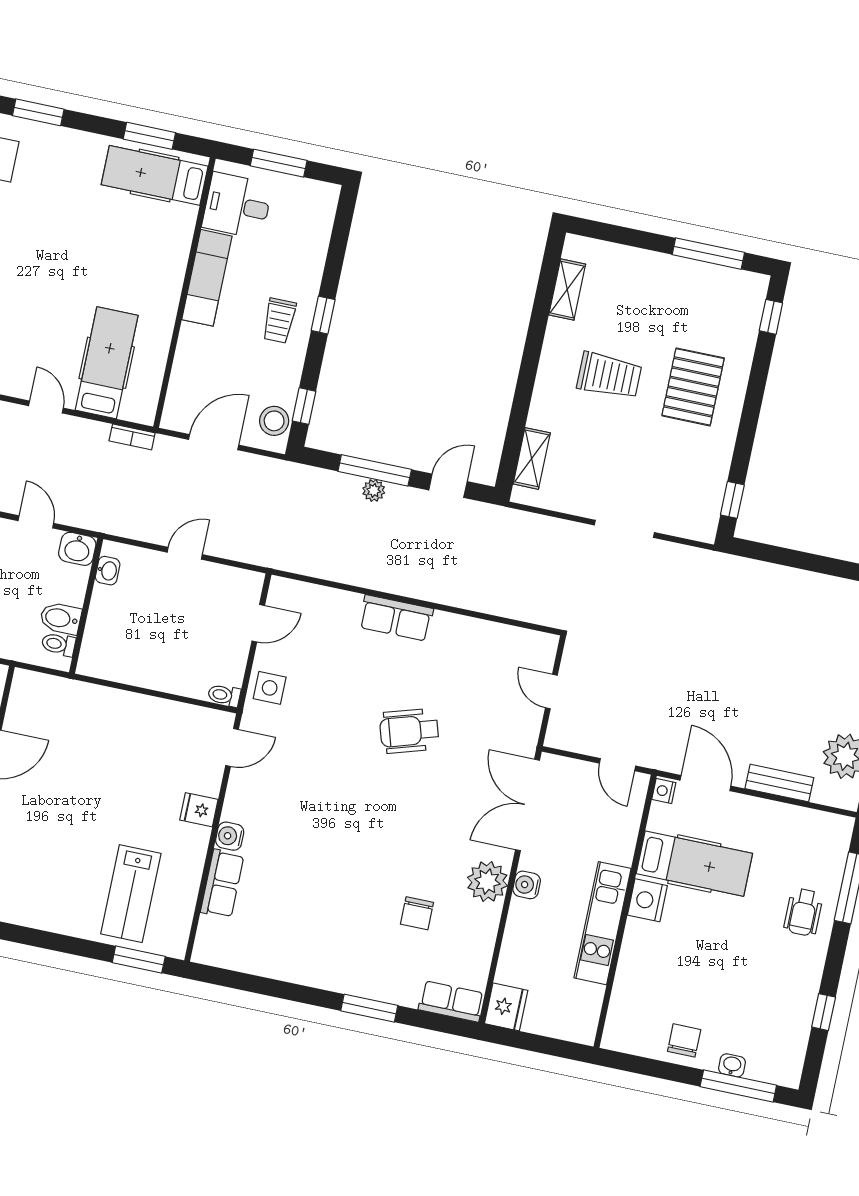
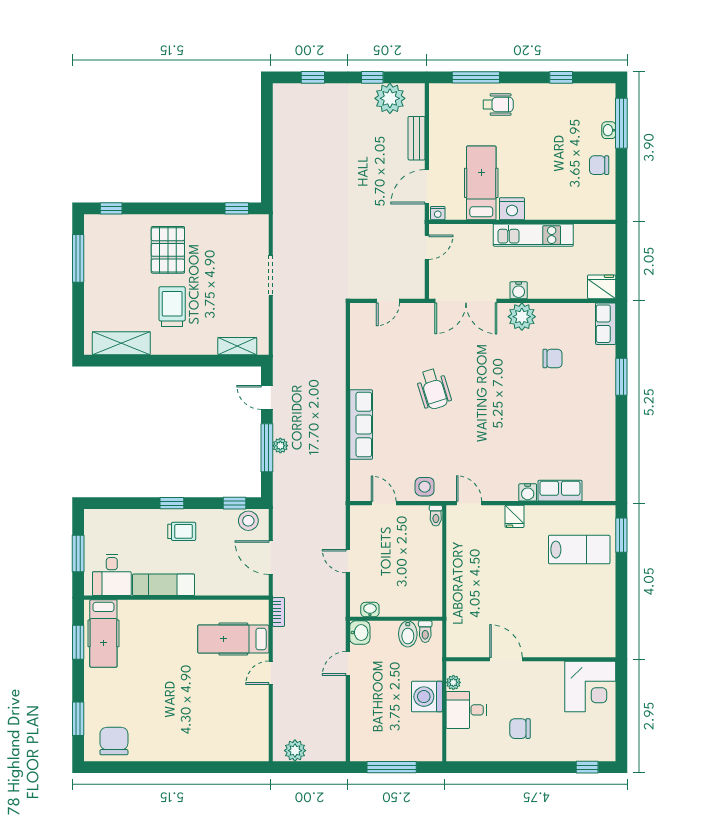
shelving: (567, 290) -> (121, 343), width x1.50, depth x1.33
pallet: (693, 387) -> (168, 250), turned 90
row of seats: (396, 618) -> (361, 425), width x1.48

